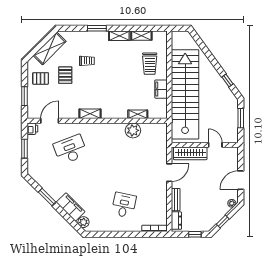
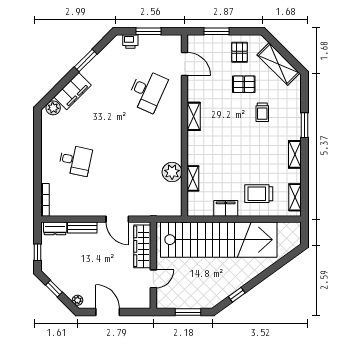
shelving: (141, 36) -> (295, 197), moved
printer: (32, 129) -> (130, 42), moved
desk: (70, 149) -> (147, 91), turned 45

